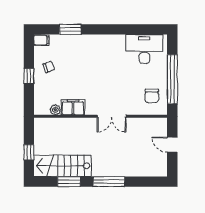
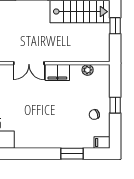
filing cabinet: (73, 107) -> (57, 72), moved
double door: (112, 116) -> (29, 63), swing flipped

